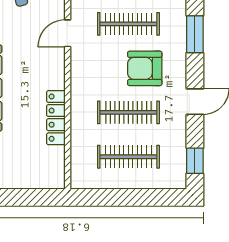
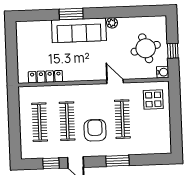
locker: (56, 118) -> (45, 77), moved
window: (195, 161) -> (51, 163), moved

